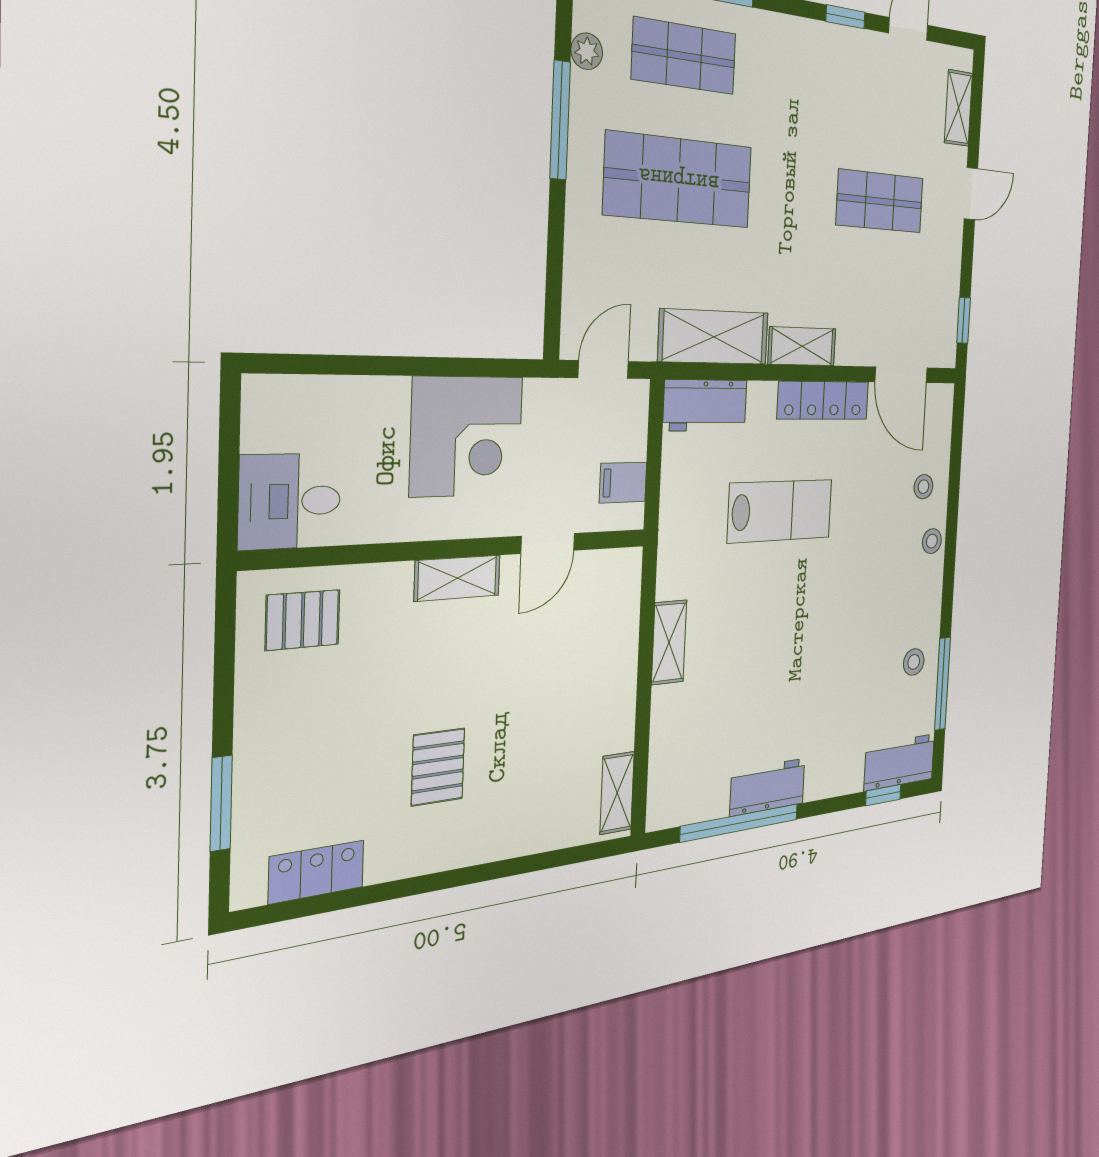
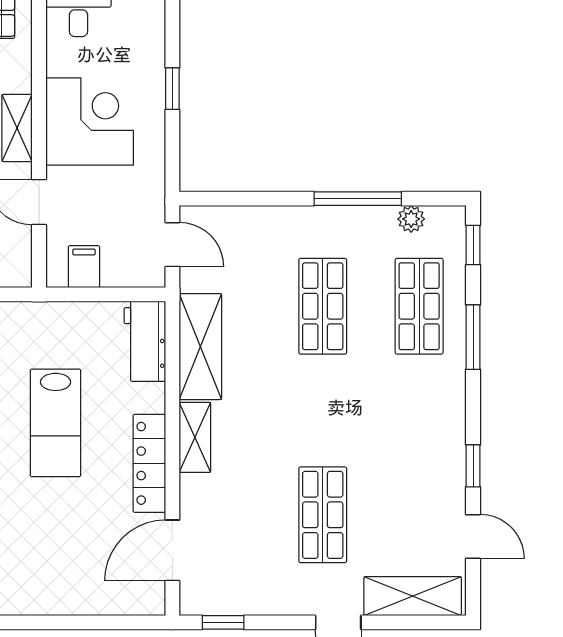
shelving: (958, 108) -> (413, 596), width x1.50, depth x1.33
shop shelf: (679, 180) -> (323, 306), width x0.70, depth x0.74
window: (414, 366) -> (172, 89), added
corner desk: (467, 436) -> (90, 122), moved, turned 180
stool: (923, 487) -> (71, 585), removed
stool: (932, 541) -> (21, 599), removed

